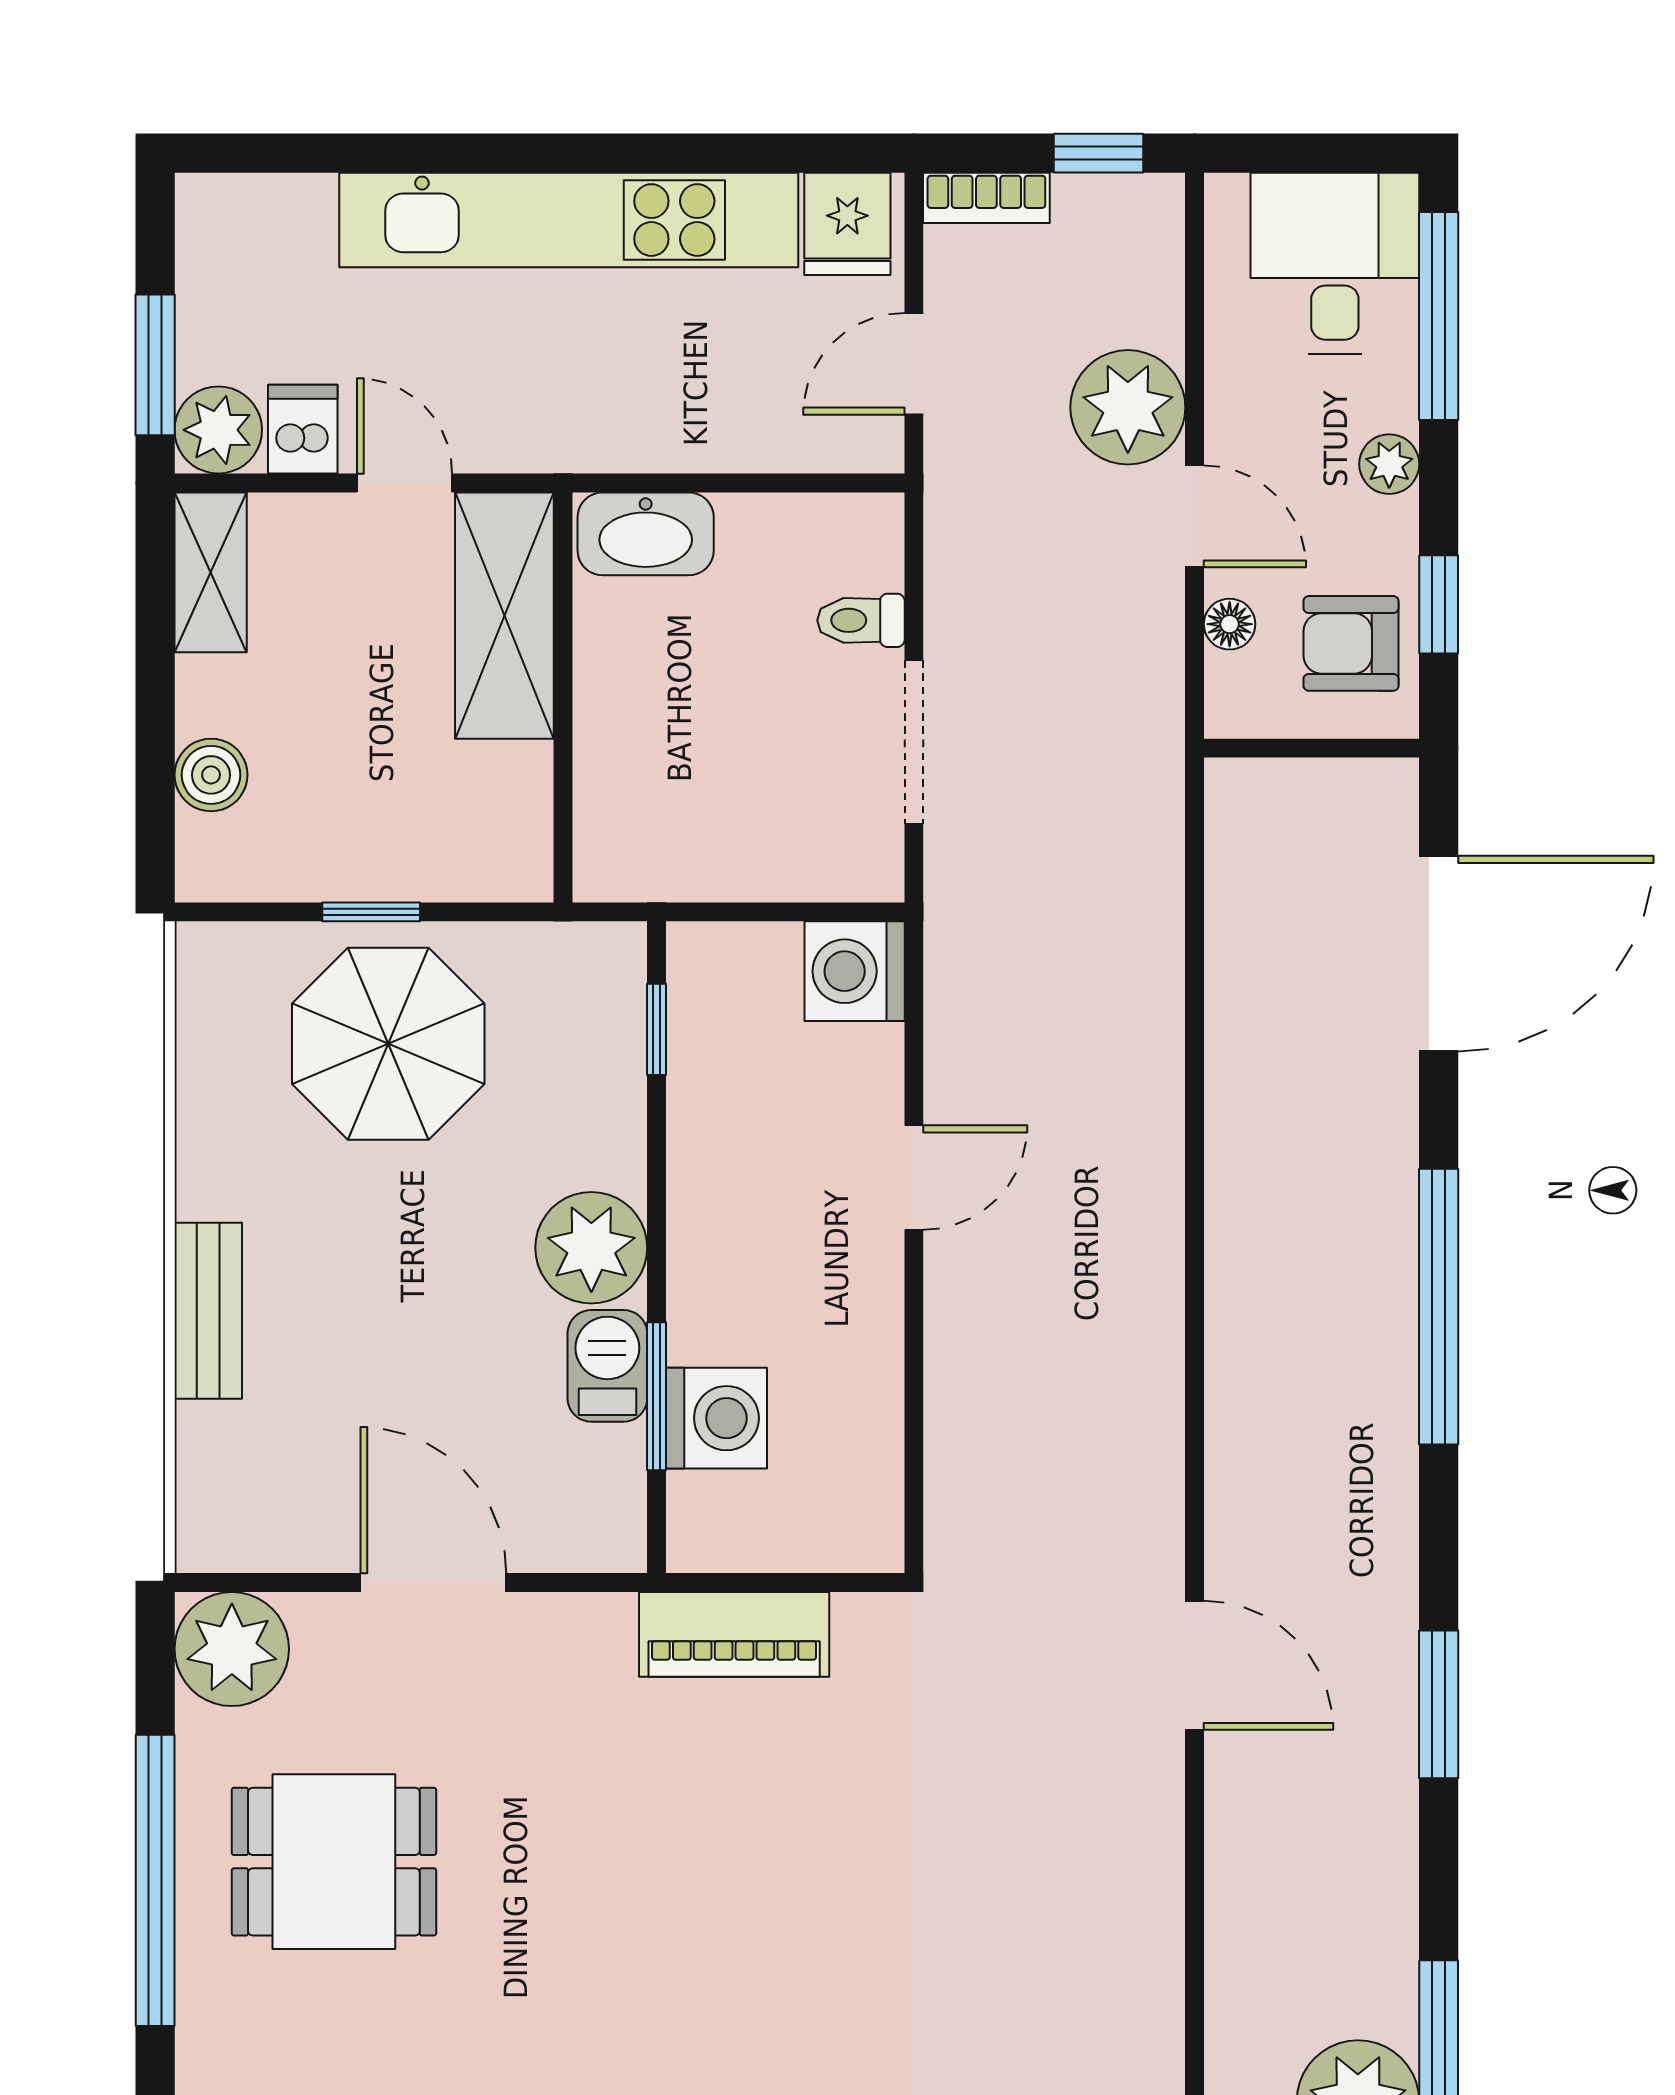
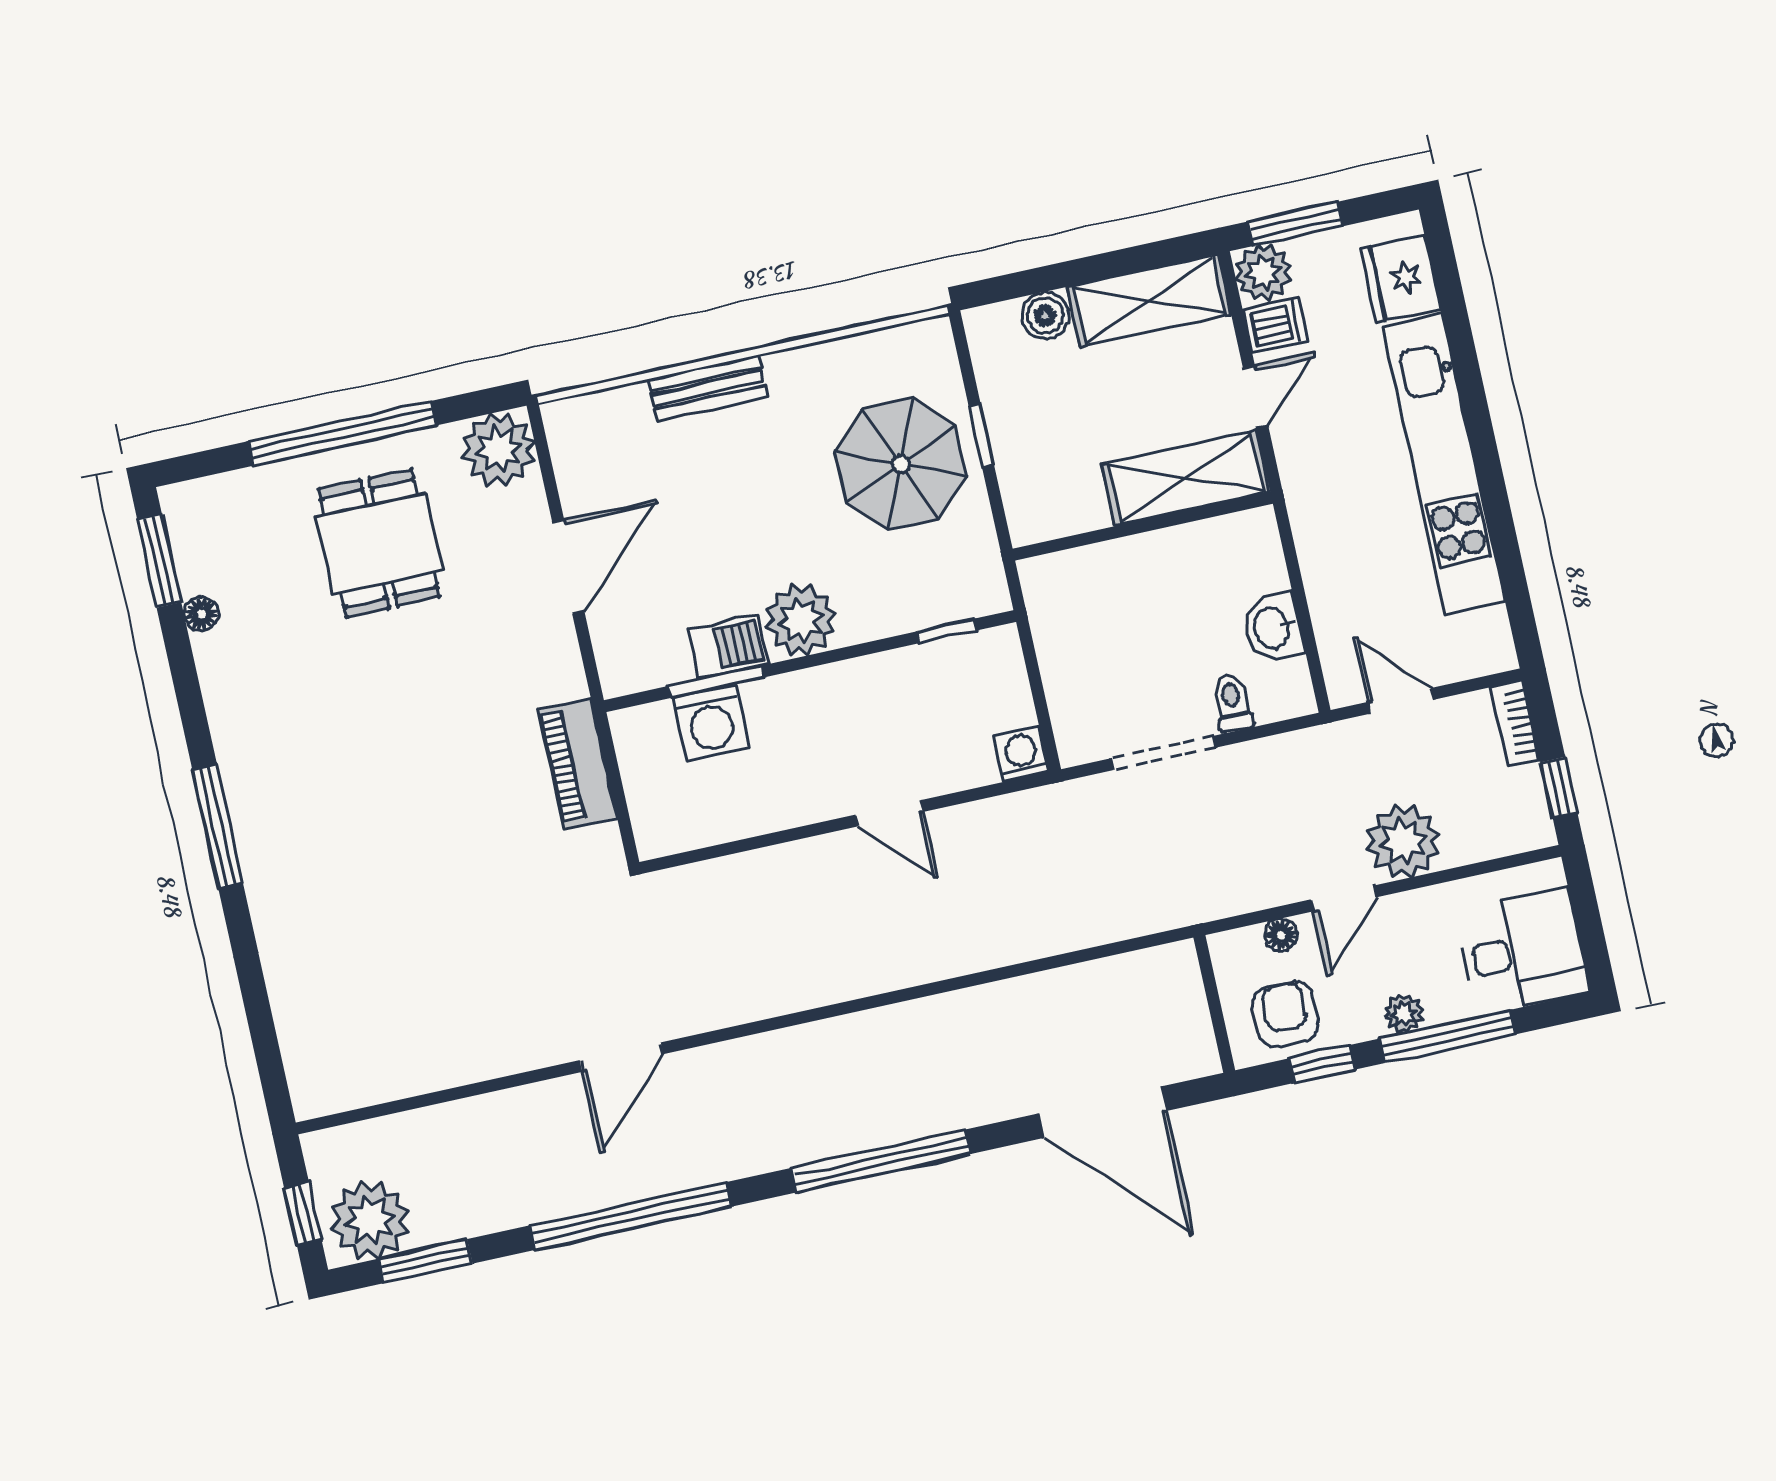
fridge: (847, 224) -> (1400, 279), moved, width x1.38
window: (1439, 316) -> (1447, 1036), moved
washbasin: (646, 534) -> (1273, 628), moved, width x0.72
shelving: (211, 572) -> (1149, 300), width x1.50, depth x1.33
washing machine: (855, 971) -> (1021, 754), width x0.73, depth x0.73
window: (1439, 1704) -> (631, 1216), width x2.11

